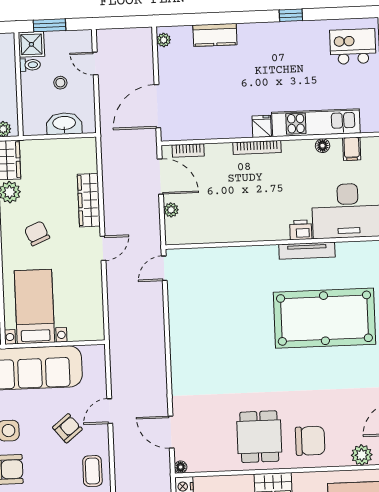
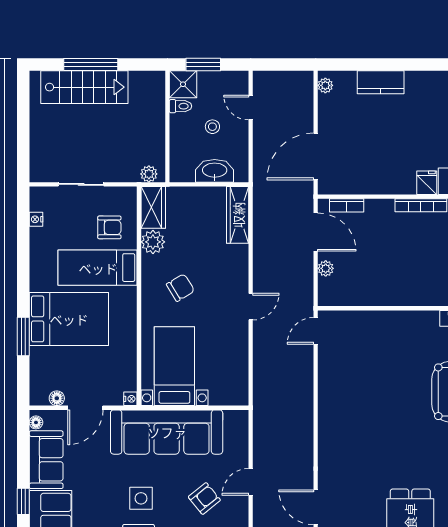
wardrobe: (89, 200) -> (238, 215), moved
chair: (37, 233) -> (180, 288), turned 82

